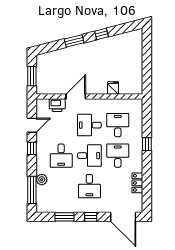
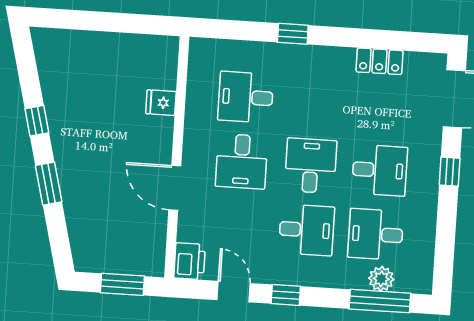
printer: (57, 105) -> (190, 261), moved
desk: (118, 156) -> (376, 234), moved
plant: (42, 180) -> (381, 279), moved
window: (64, 217) -> (446, 231), removed

